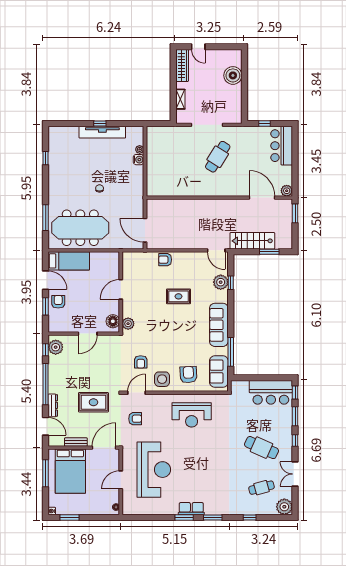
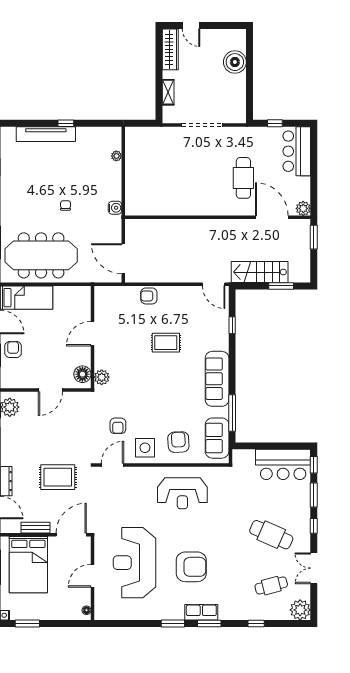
tv unit: (102, 132) -> (46, 134), moved
cafe table: (218, 157) -> (243, 178), moved, turned -32
water cooler: (139, 160) -> (115, 208), moved
plant: (221, 282) -> (219, 325), removed
armchair: (135, 419) -> (191, 567), moved, width x1.88, depth x1.88
reception desk: (154, 470) -> (135, 563), turned 180
row of seats: (191, 509) -> (201, 612), moved

